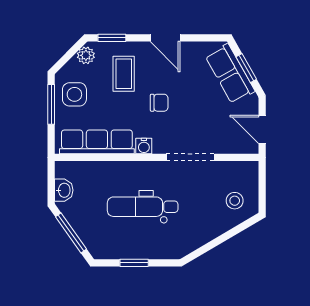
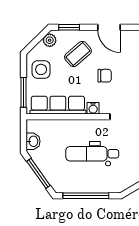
coffee table: (124, 74) -> (78, 54), turned 49
window: (51, 104) -> (24, 92), moved
window: (134, 263) -> (86, 196), width x2.17

